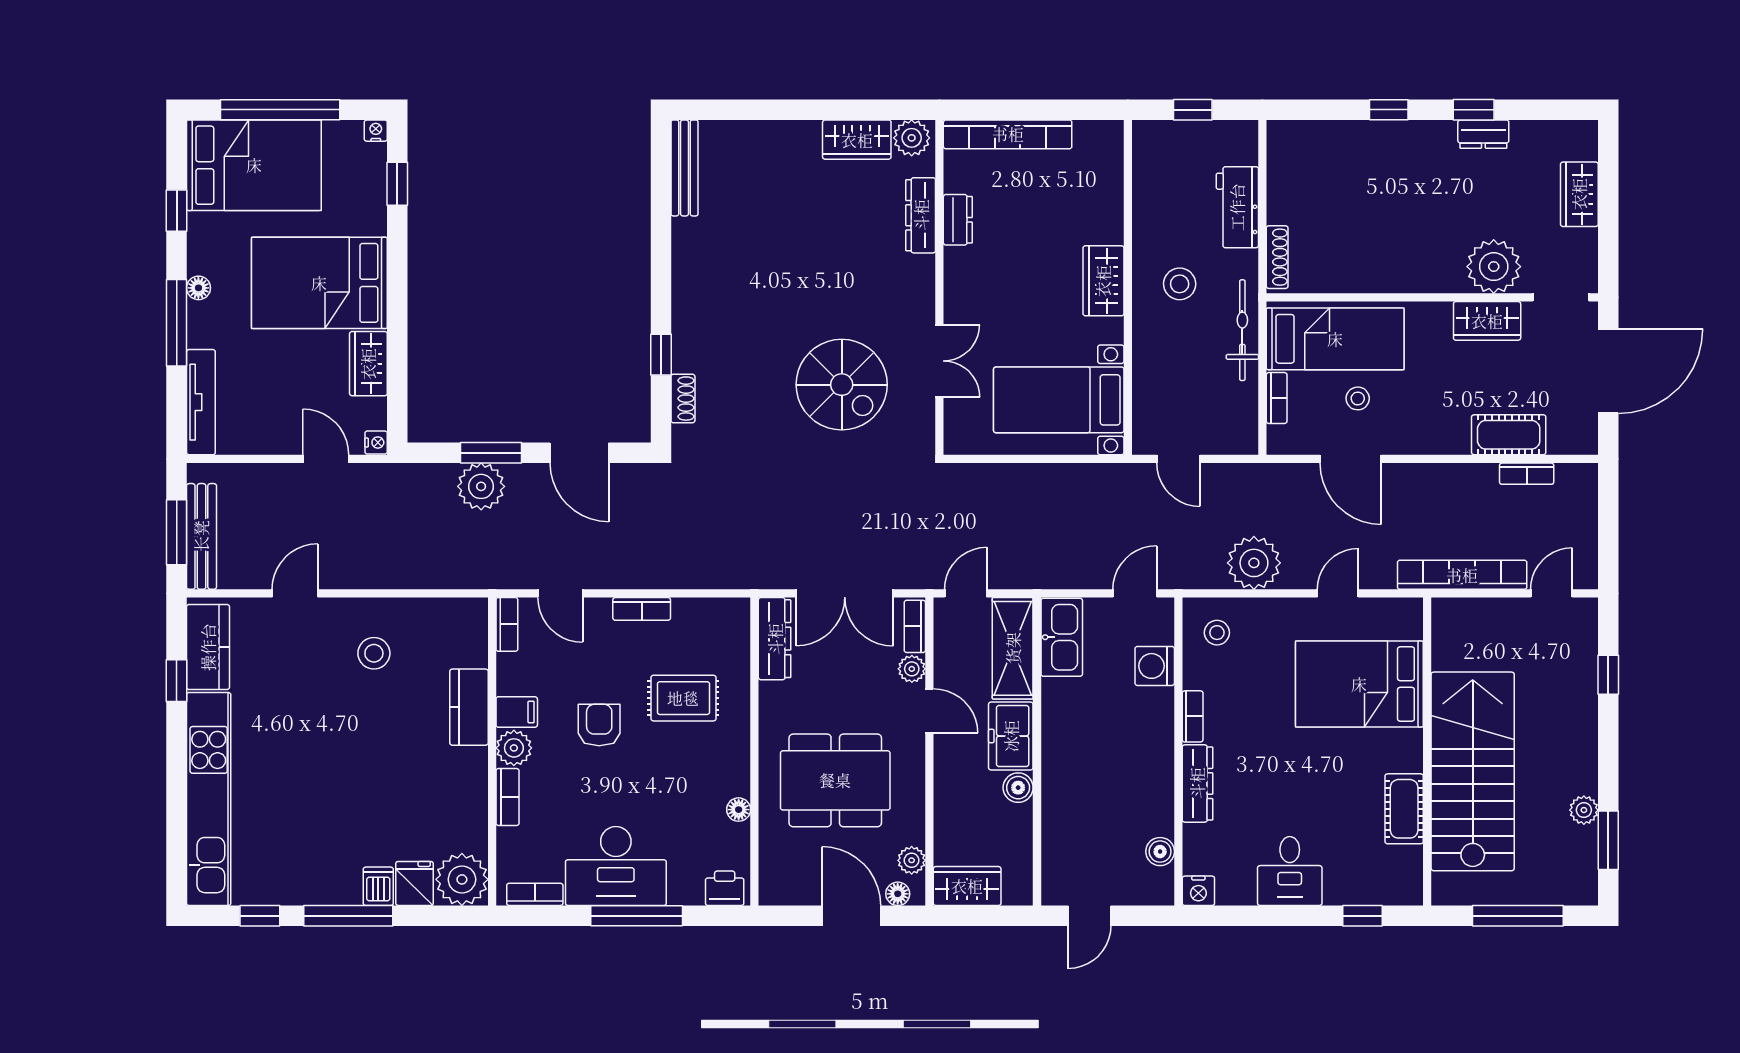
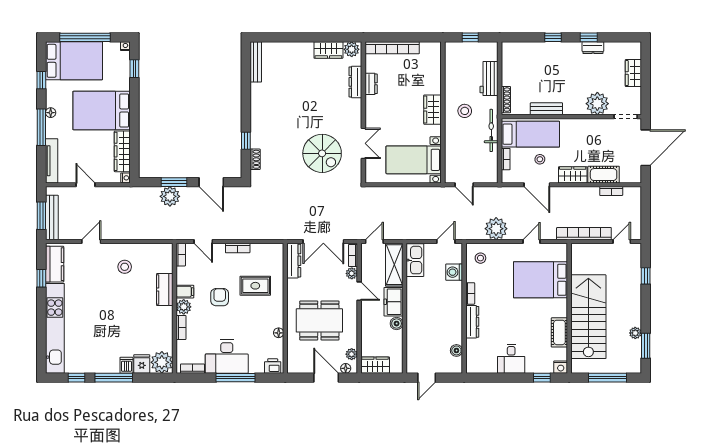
bench: (1373, 279) -> (546, 109), added
wardrobe: (1487, 321) -> (573, 175), moved, turned 180
wardrobe: (368, 364) -> (122, 151), width x1.50
door: (326, 459) -> (85, 185), moved
nightstand: (1198, 891) -> (561, 367), moved

